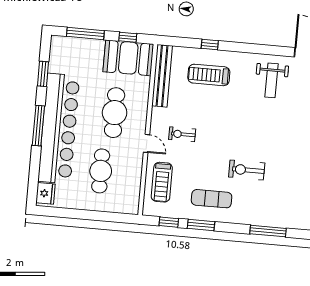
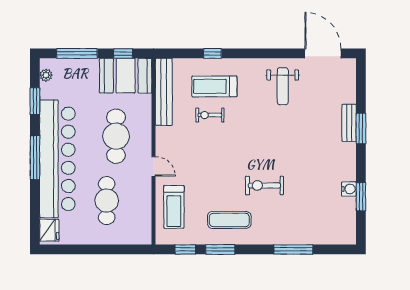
plant: (55, 51) -> (46, 75), added
exercise bike: (182, 134) -> (210, 115), moved

